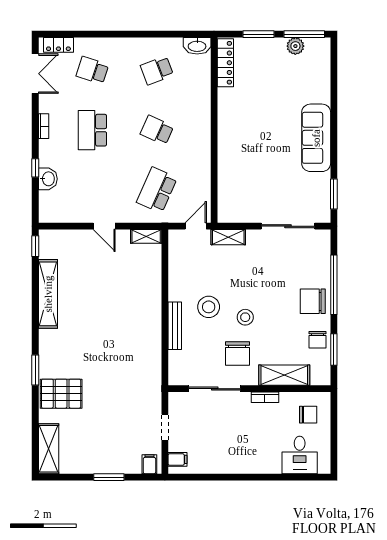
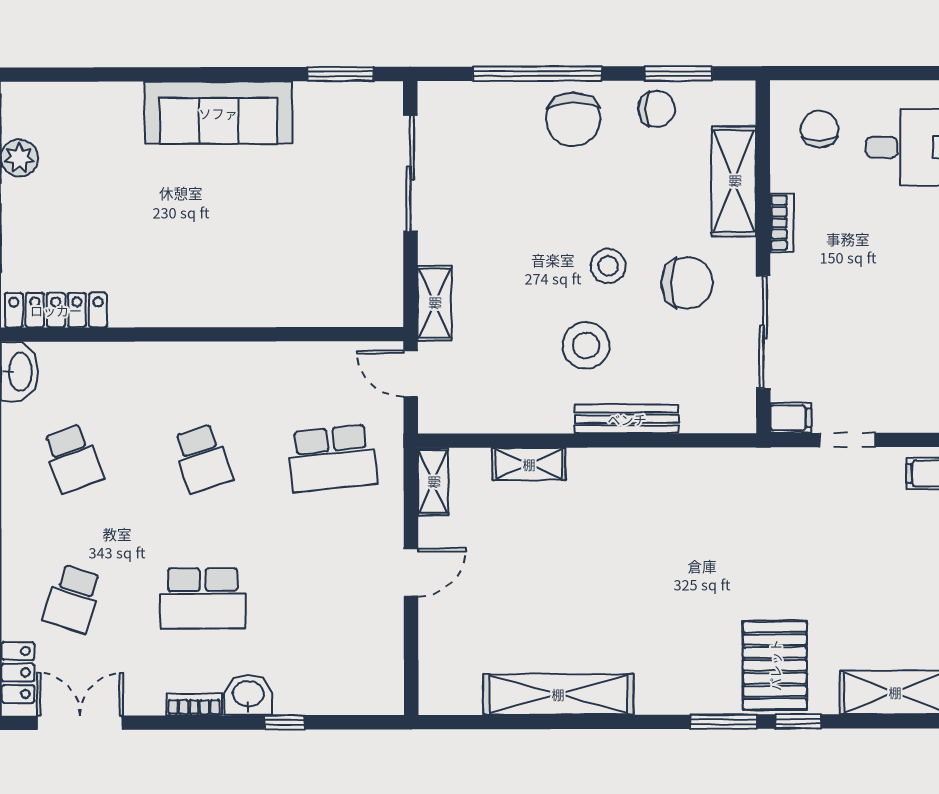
school desk: (157, 130) -> (202, 458), turned -42
washbasin: (48, 179) -> (248, 695), moved
school desk: (157, 190) -> (332, 458), turned -30
window: (35, 246) -> (798, 721), moved
shelving: (154, 281) -> (529, 464), added
filing cabinet: (177, 459) -> (791, 418), moved, turned 90

